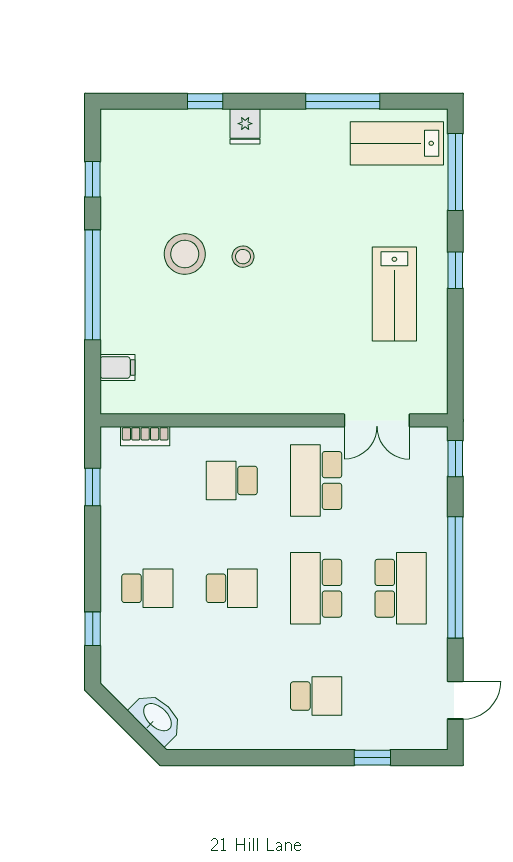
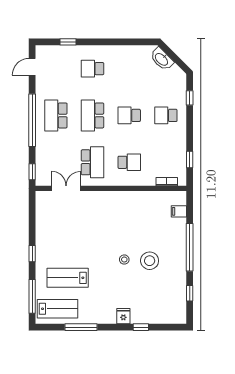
lab bench: (394, 294) -> (68, 278), moved, turned -90
school desk: (316, 588) -> (93, 115), turned 180

